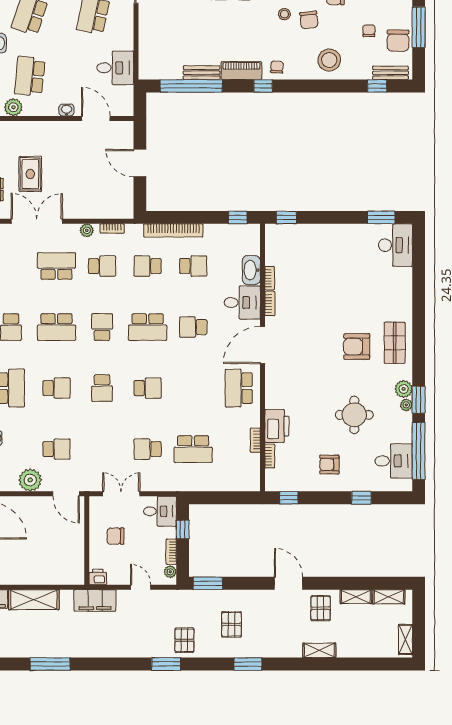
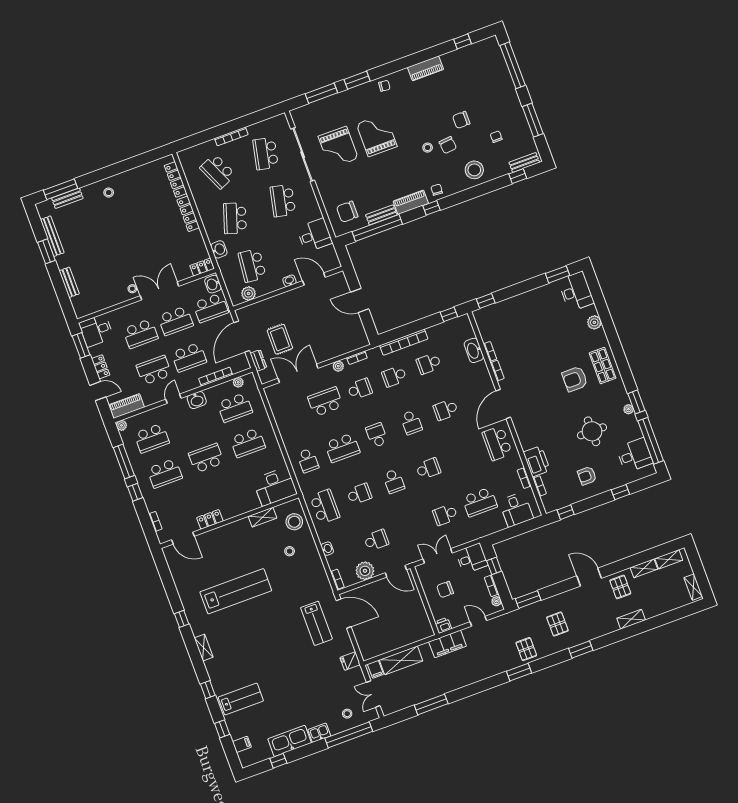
chair: (398, 41) -> (347, 212), moved, turned 90
school desk: (193, 266) -> (429, 364), turned 180
desk: (242, 303) -> (516, 510), moved, turned 90
school desk: (148, 327) -> (411, 422), width x0.54
plant: (404, 389) -> (594, 322), moved

